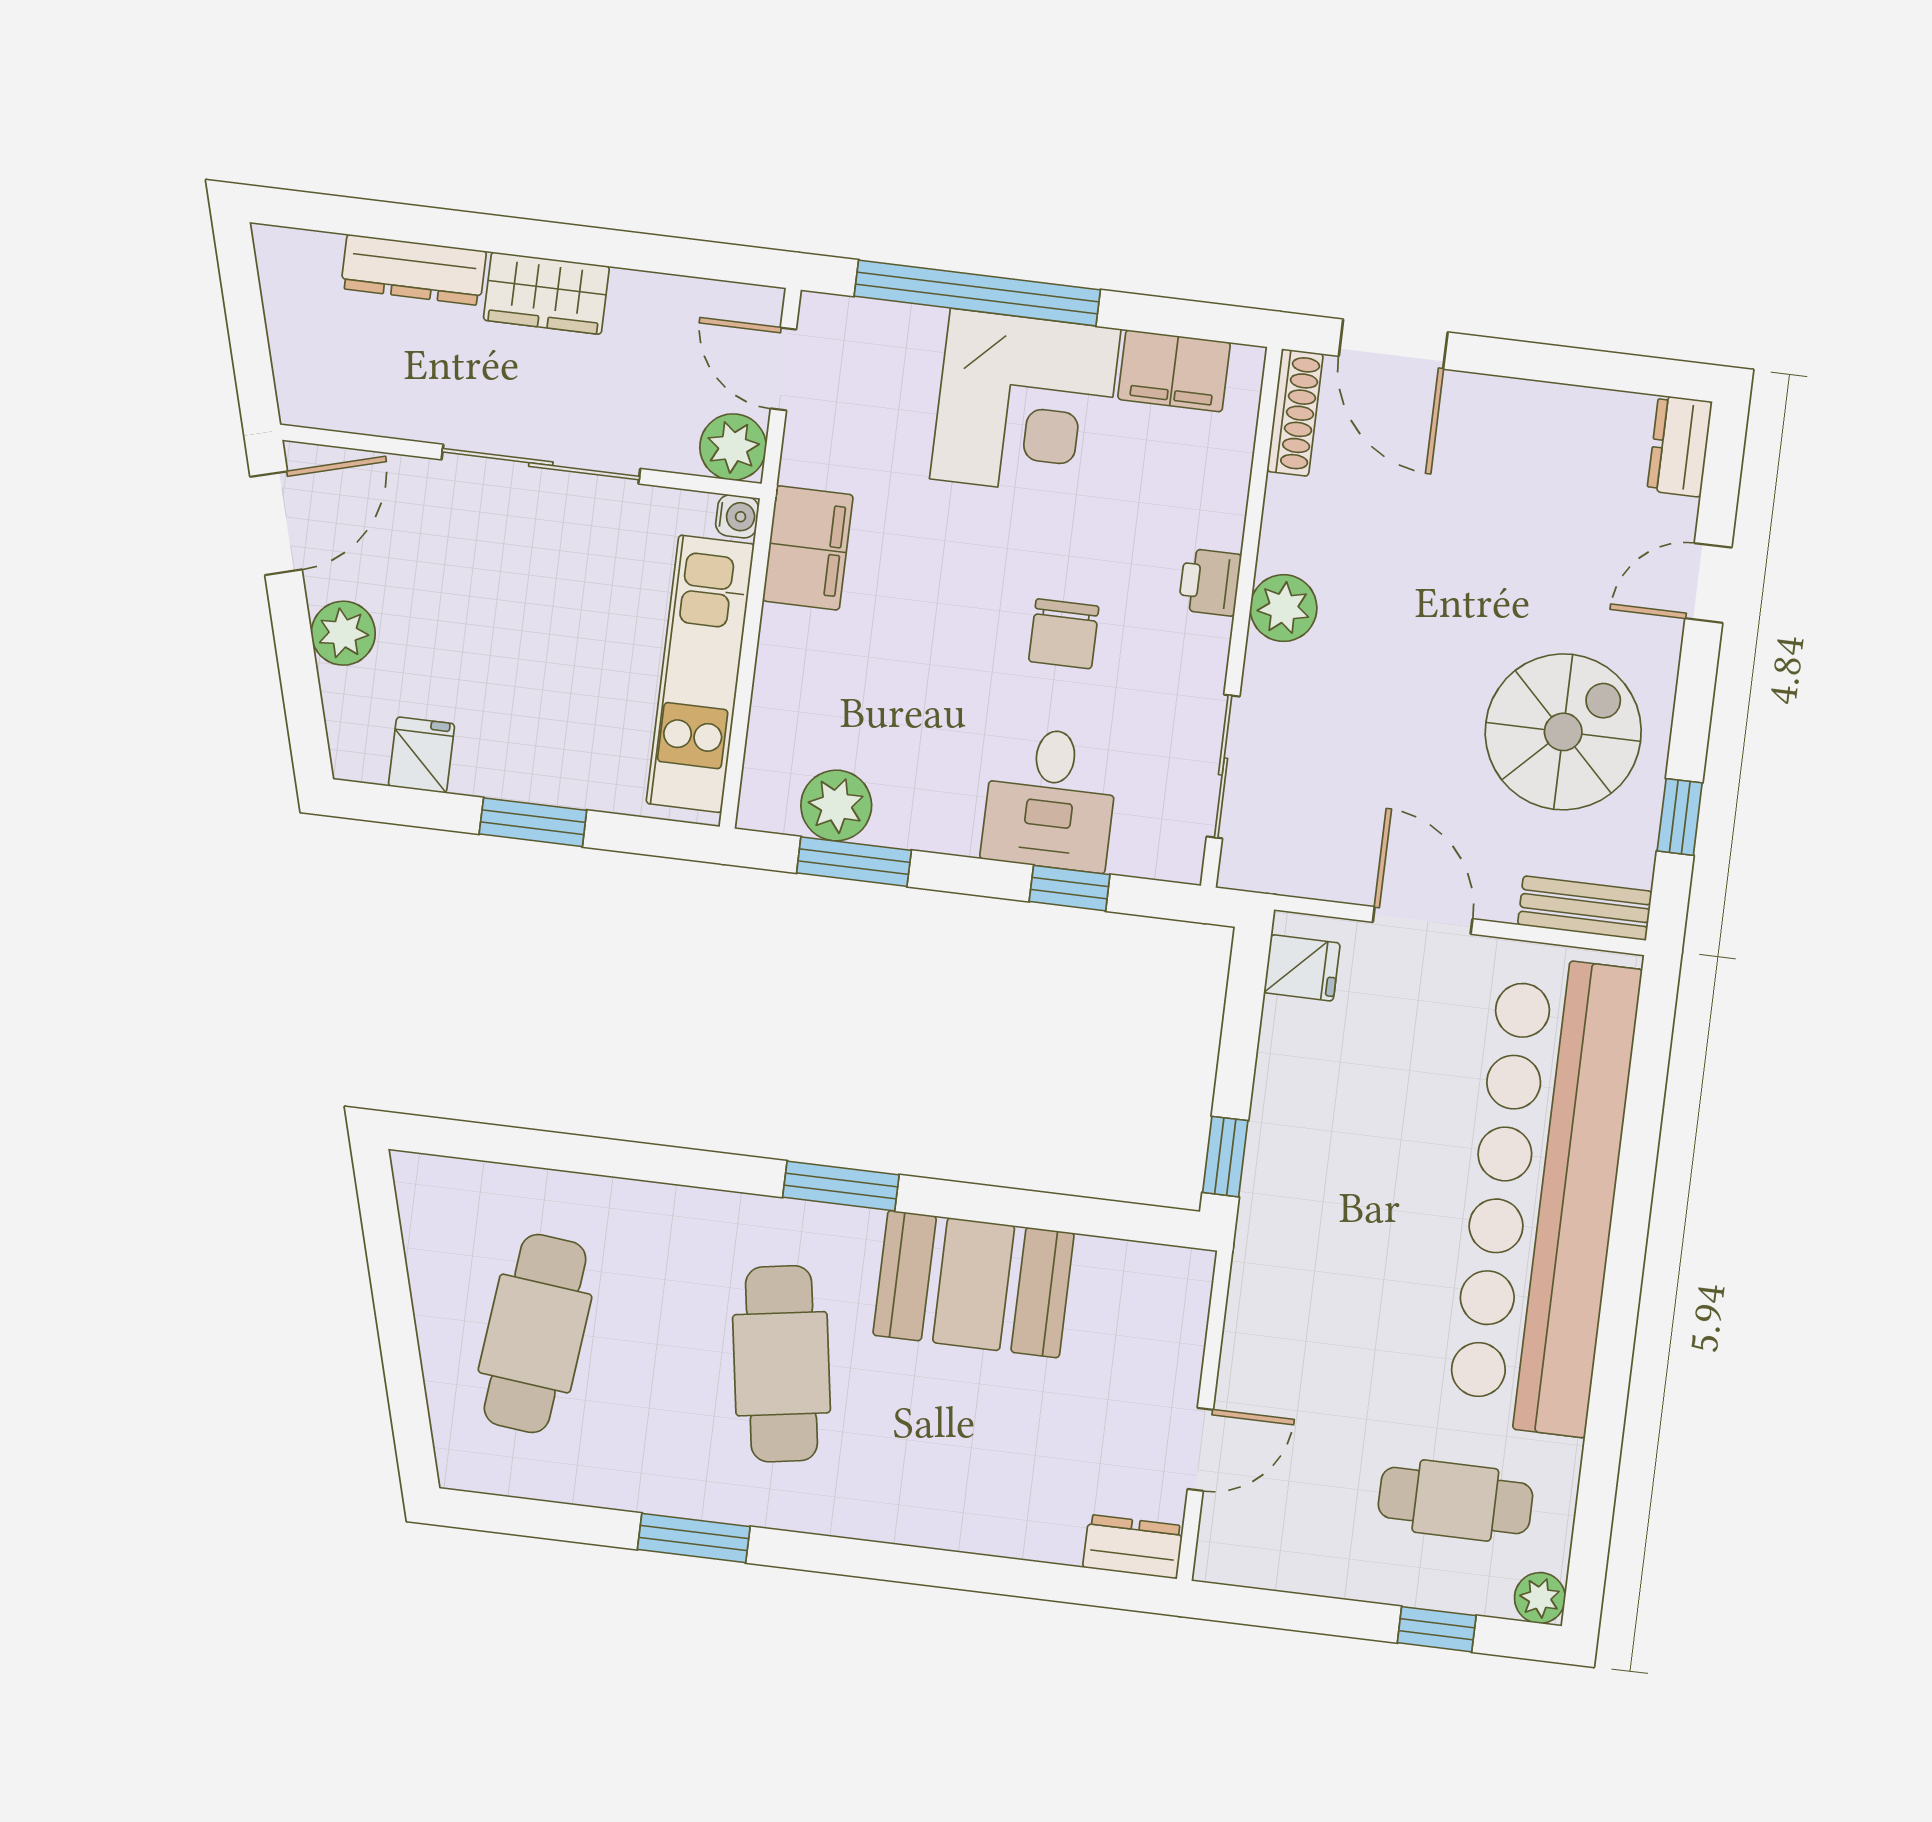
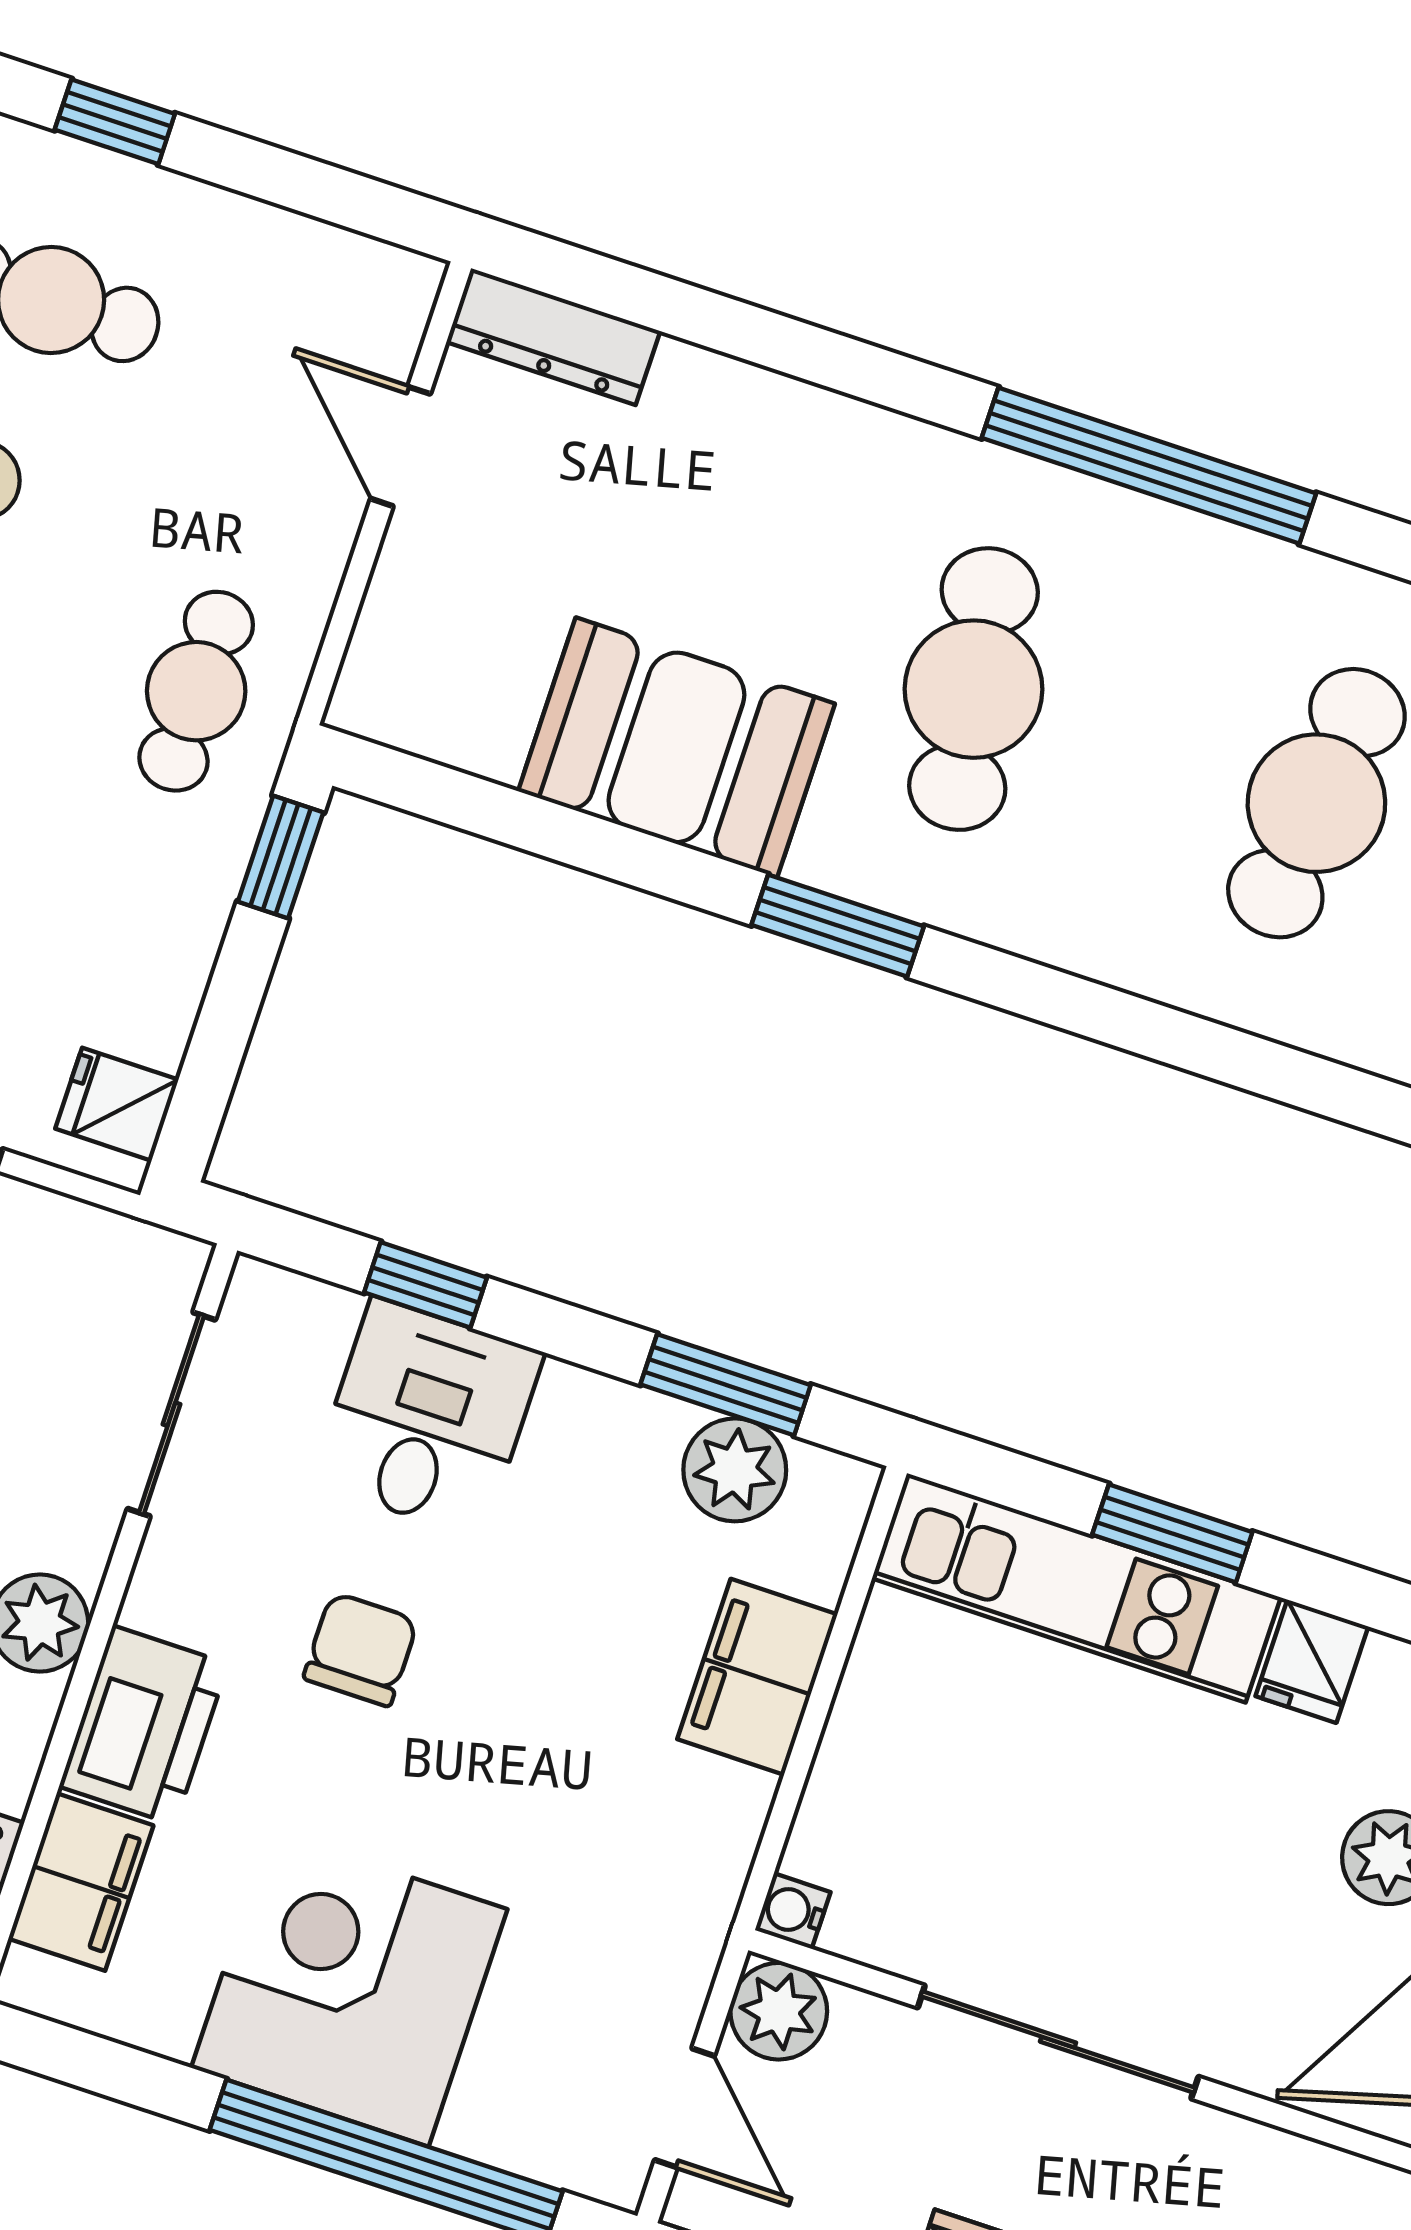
filing cabinet: (1174, 371) -> (81, 1882), moved, turned 90
filing cabinet: (808, 548) -> (757, 1677), moved
printer: (1210, 582) -> (144, 1725), width x1.87, depth x1.48
kitchen unit: (700, 674) -> (1076, 1588), moved, turned 90
cafe table: (1305, 1257) -> (196, 691), added
door: (1200, 1449) -> (401, 446), hinge flipped
window: (694, 1538) -> (1149, 466), width x2.11
dresser: (1133, 1547) -> (553, 337), width x1.44

